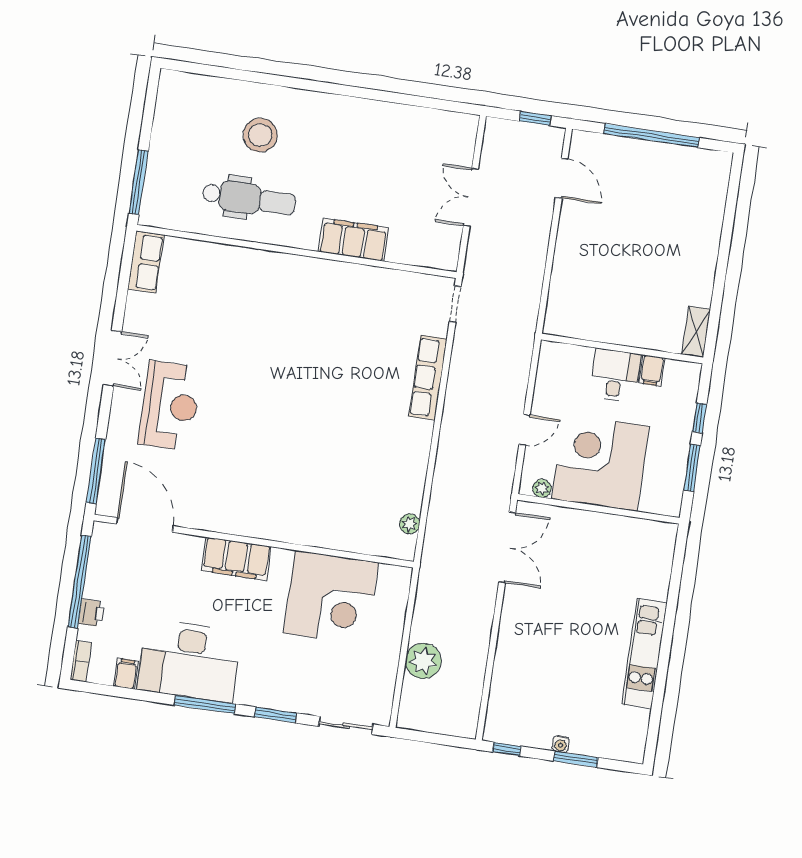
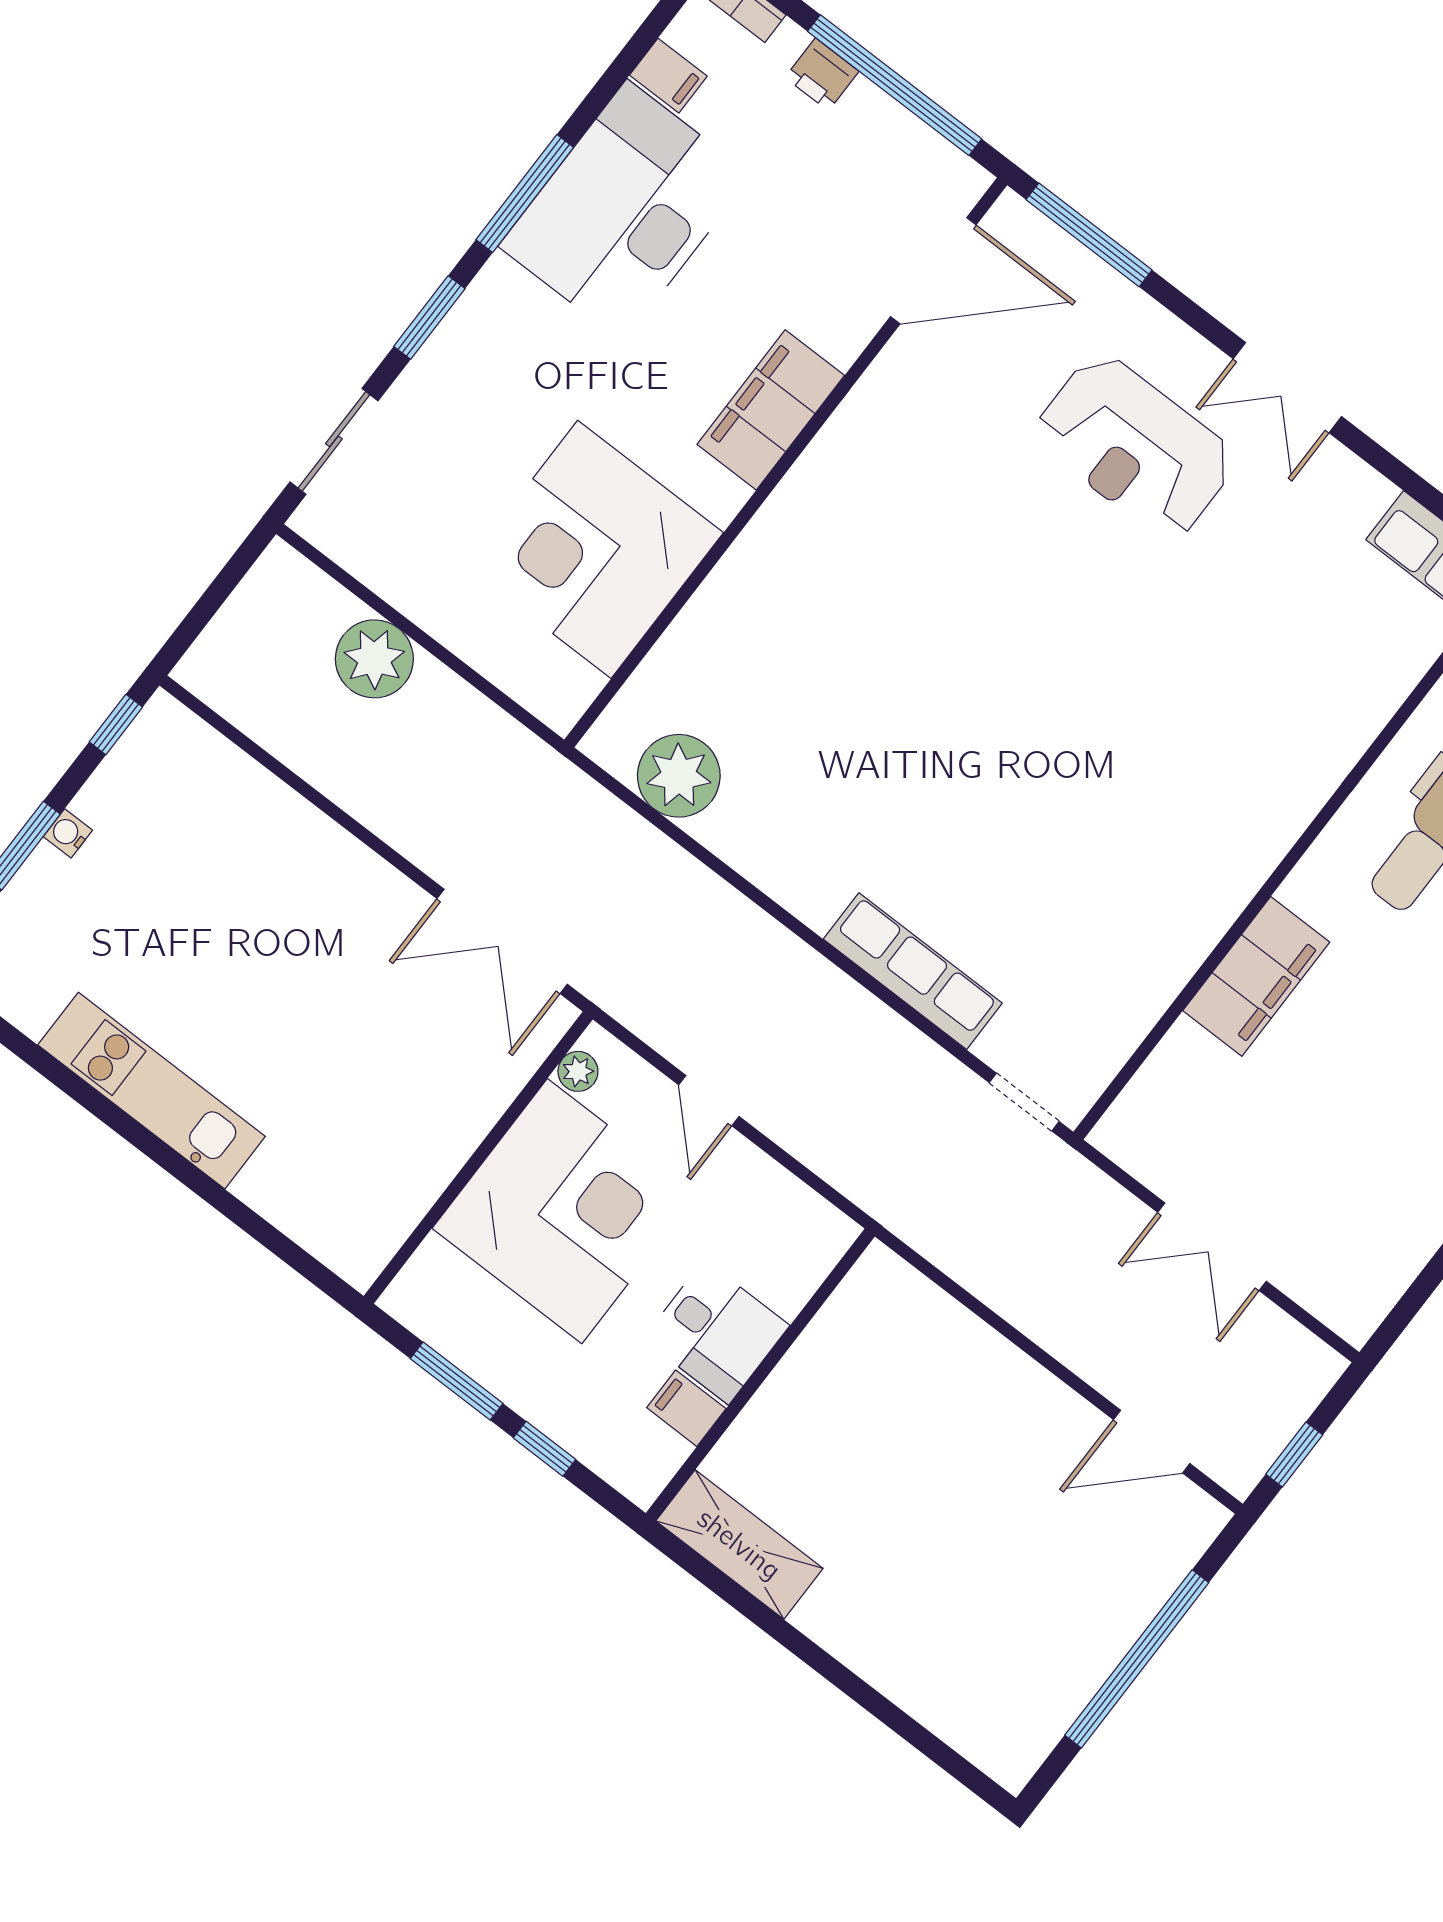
double door: (471, 197) -> (1212, 1247), swing flipped
shelving: (696, 332) -> (739, 1545), width x1.50, depth x1.33
plant: (410, 524) -> (679, 776), width x1.88, depth x1.88

